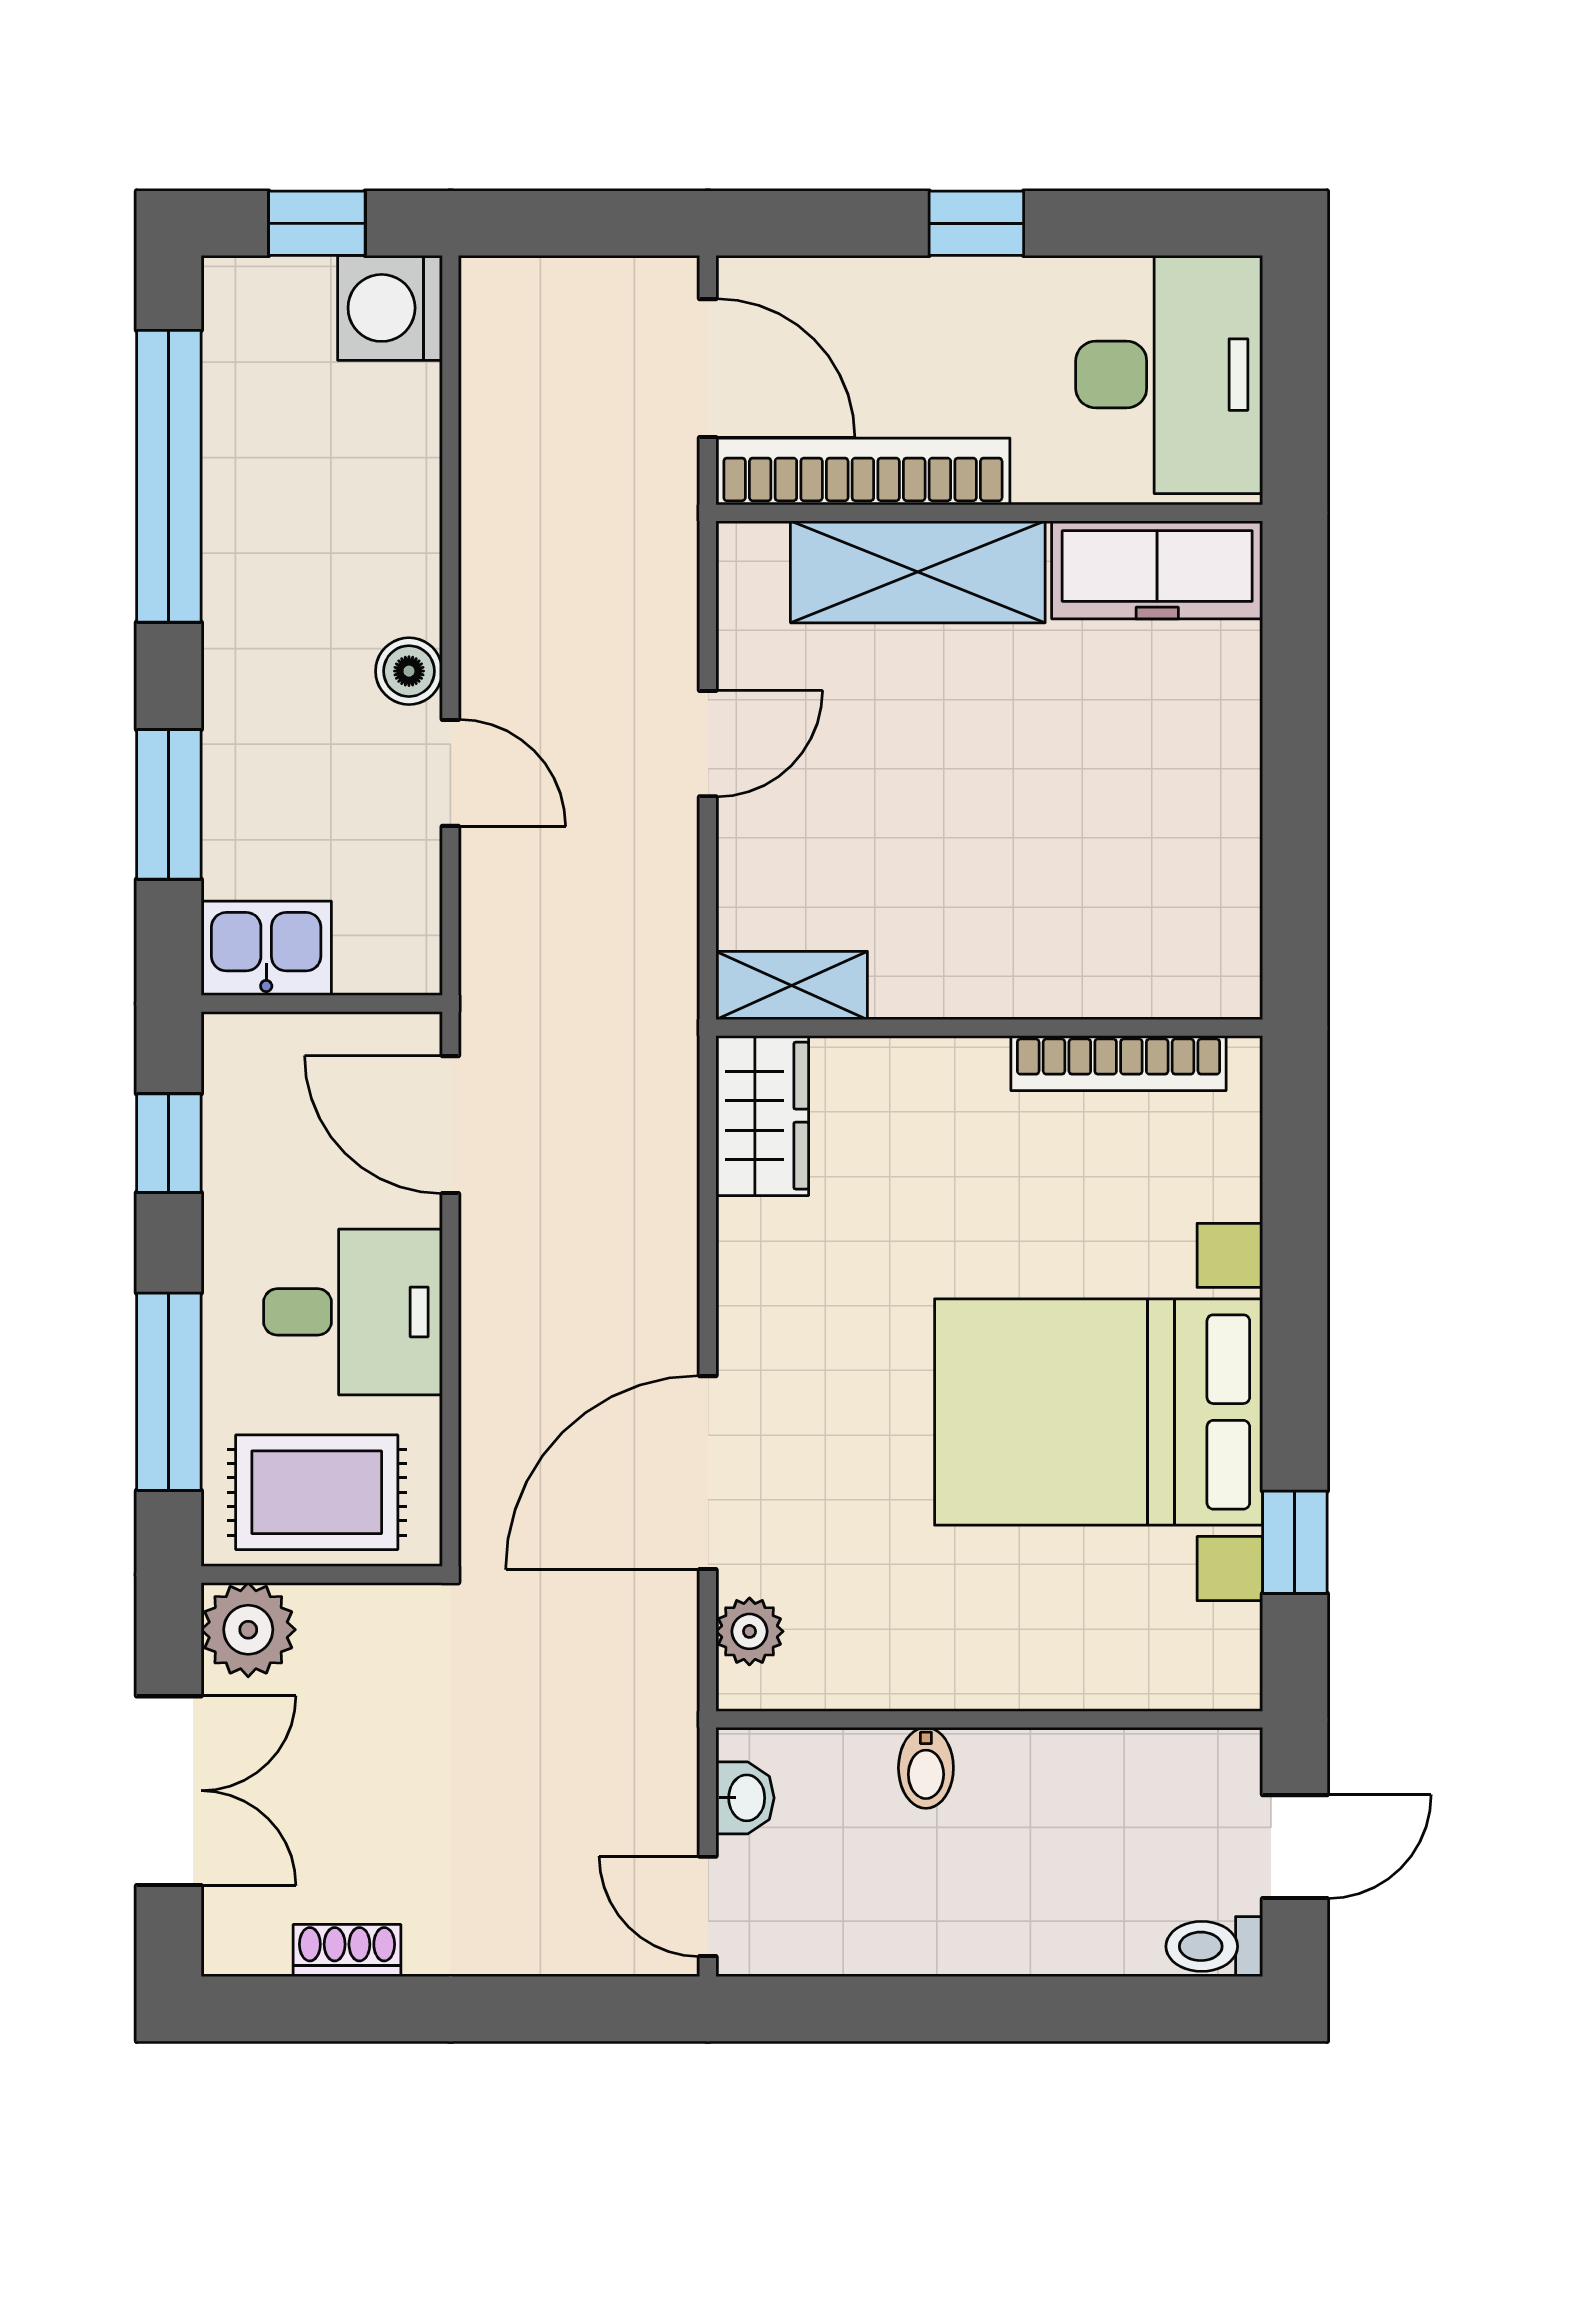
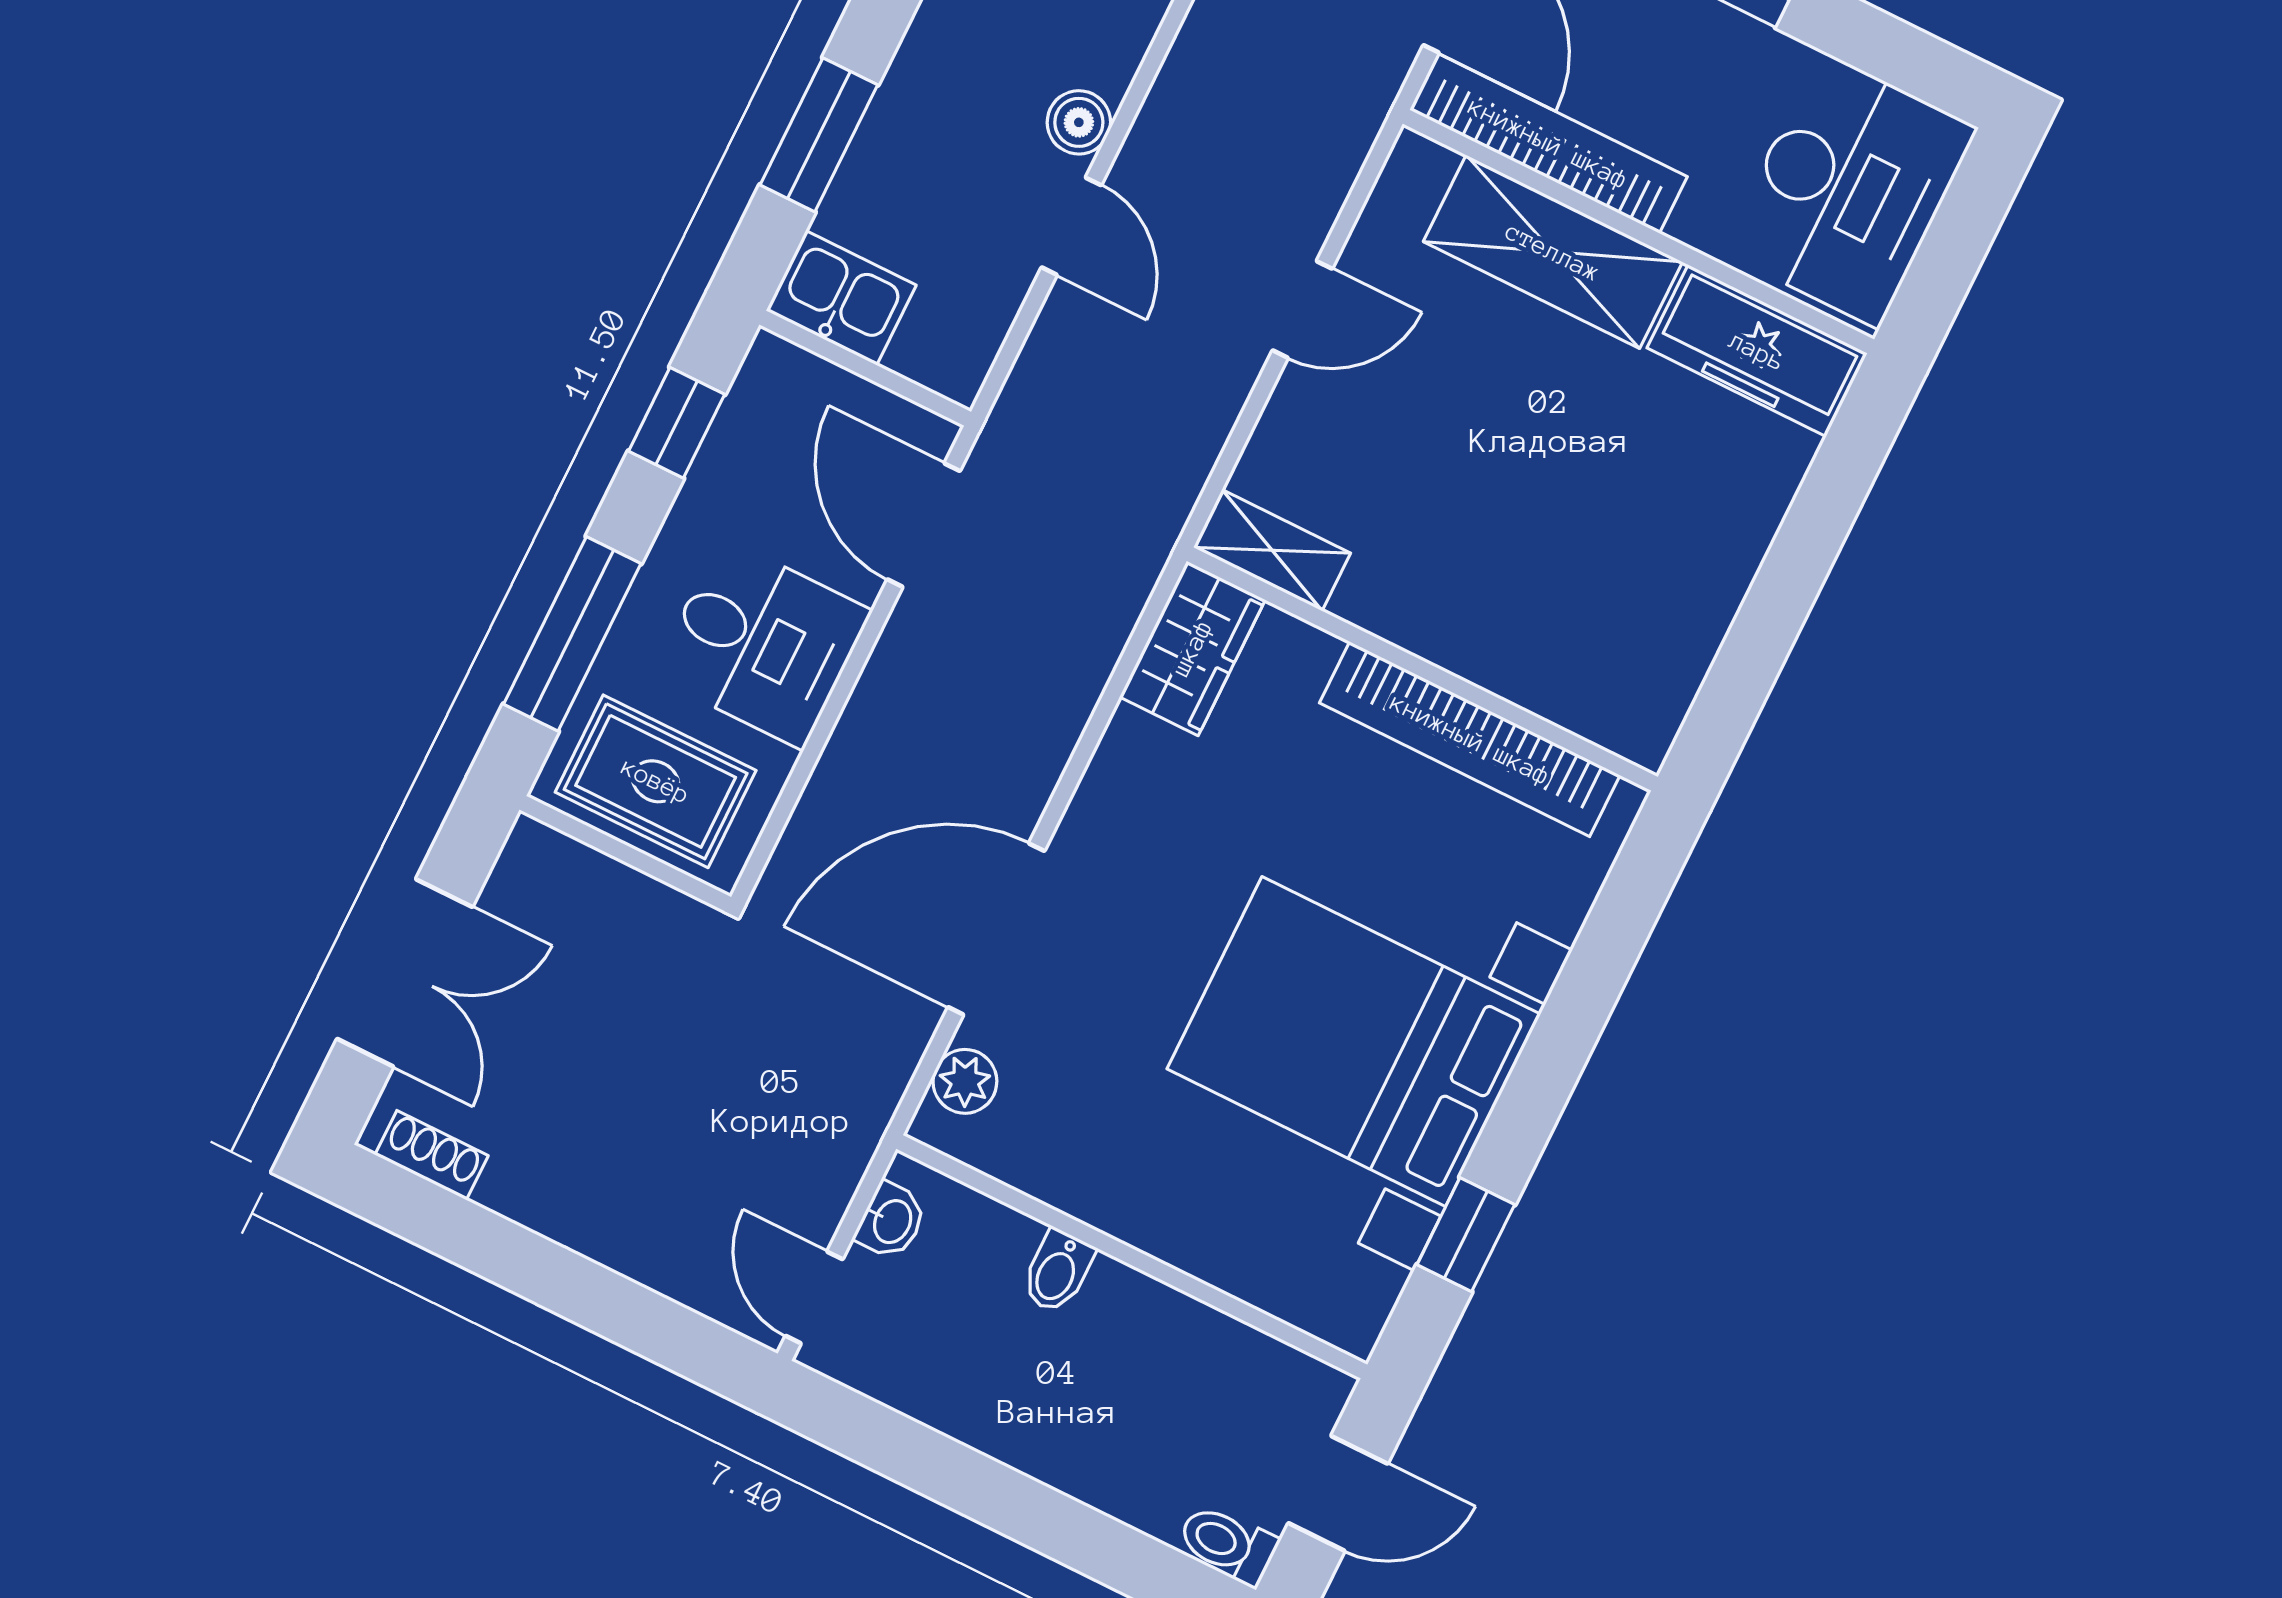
bookcase: (1118, 1063) -> (1470, 739), width x1.48, depth x1.31
plant: (248, 1630) -> (540, 869), removed
shoe rack: (347, 1951) -> (432, 1155), moved

